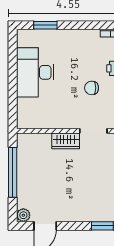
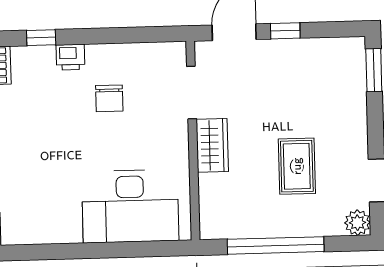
desk: (35, 72) -> (130, 206), moved
rug: (54, 184) -> (297, 166), added

